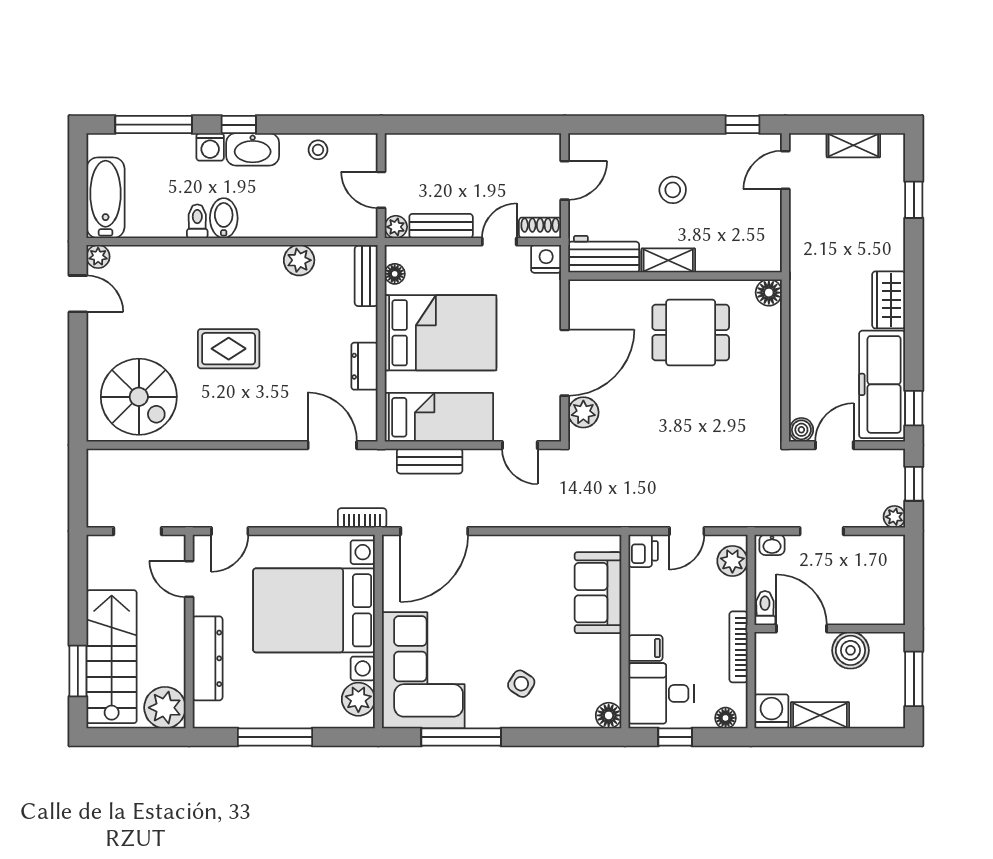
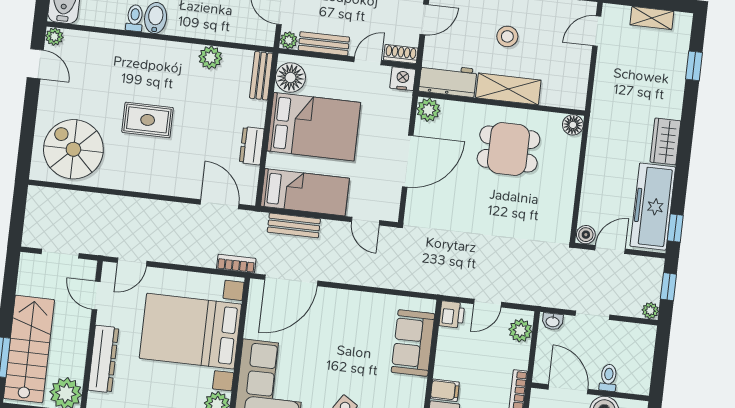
shelving: (668, 260) -> (508, 89), width x1.50, depth x1.33
floor lamp: (395, 274) -> (290, 78), width x1.89, depth x1.89
spiral stairs: (139, 397) -> (73, 149), turned 180
plant: (583, 412) -> (428, 110), moved
toilet: (765, 608) -> (608, 378), moved

